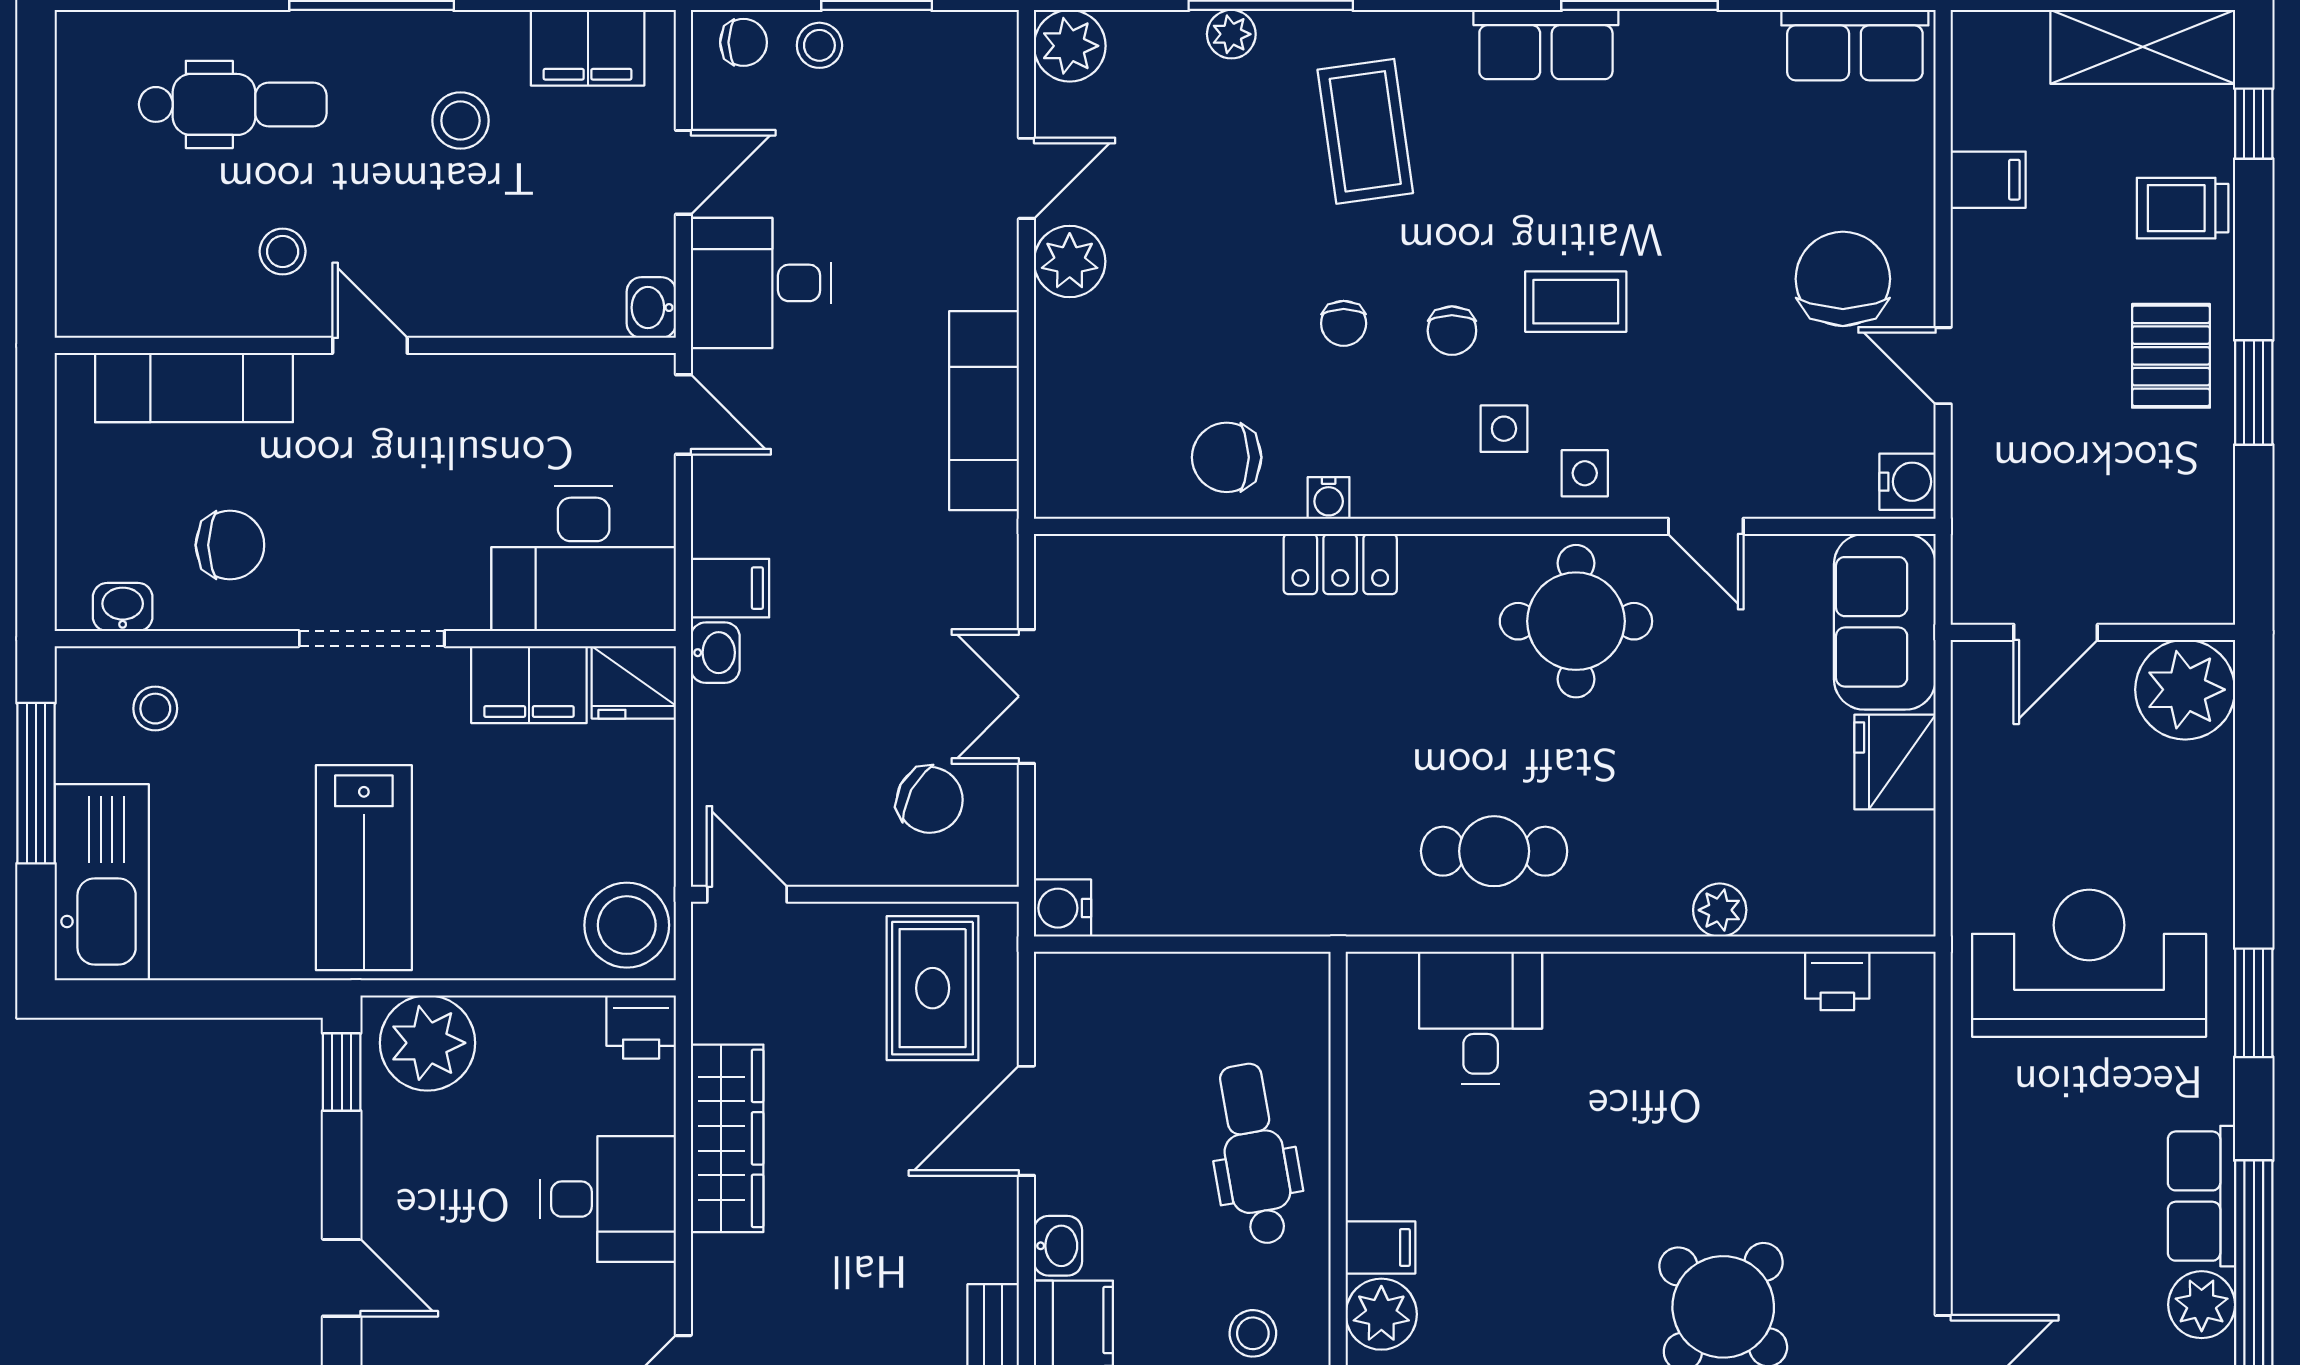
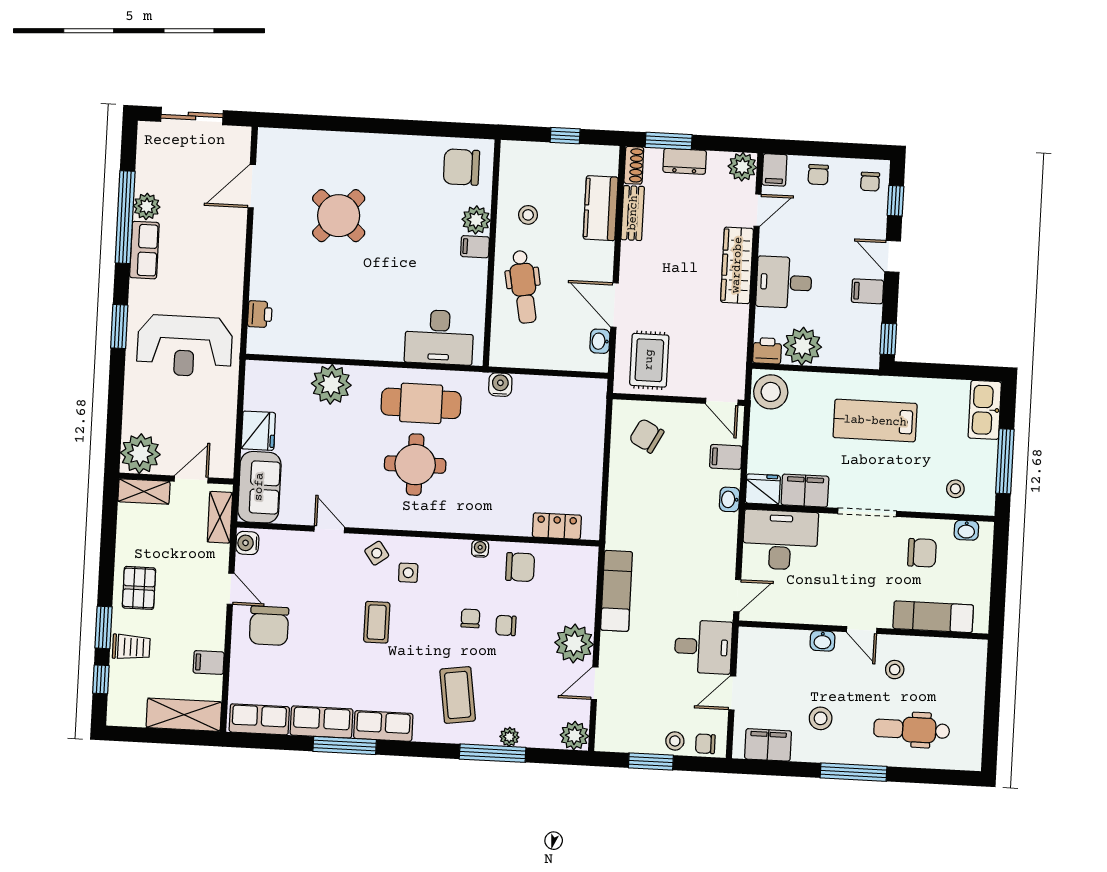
row of seats: (1700, 47) -> (322, 722), added
shelving: (2143, 47) -> (184, 715), moved
plant: (1070, 261) -> (574, 643), width x1.36, depth x1.36
coffee table: (1576, 302) -> (377, 622), turned 90
washbasin: (651, 308) -> (822, 641), moved, turned 90
chair: (1452, 331) -> (506, 625), moved, turned -90
window: (2254, 393) -> (104, 627), moved
door: (683, 414) -> (737, 596), swing flipped
side table: (1585, 473) -> (377, 553), turned -36
shelving: (1979, 542) -> (220, 517), added
chair: (230, 545) -> (922, 553), turned 180
locker: (1340, 564) -> (557, 526), moved
filing cabinet: (730, 588) -> (726, 457), moved
shelving: (2171, 596) -> (144, 492), added
round table: (1576, 621) -> (415, 465), moved
double door: (1026, 696) -> (606, 475), removed
cafe table: (1494, 851) -> (421, 403), width x1.37, depth x1.35
lab bench: (364, 868) -> (875, 421), turned -90
kitchen sink: (102, 882) -> (985, 410), width x0.73, depth x0.81
water cooler: (1062, 908) -> (500, 385), moved, turned -90
plant: (1720, 910) -> (331, 384), width x1.87, depth x1.87
printer: (1837, 981) -> (260, 314), moved, turned 90
desk: (1481, 1018) -> (439, 337), width x1.37
plant: (427, 1043) -> (803, 346), moved
door: (1026, 1121) -> (614, 305), swing flipped
wardrobe: (727, 1138) -> (737, 265), moved
filing cabinet: (399, 1188) -> (867, 291), added
washbasin: (1058, 1246) -> (600, 341), moved

